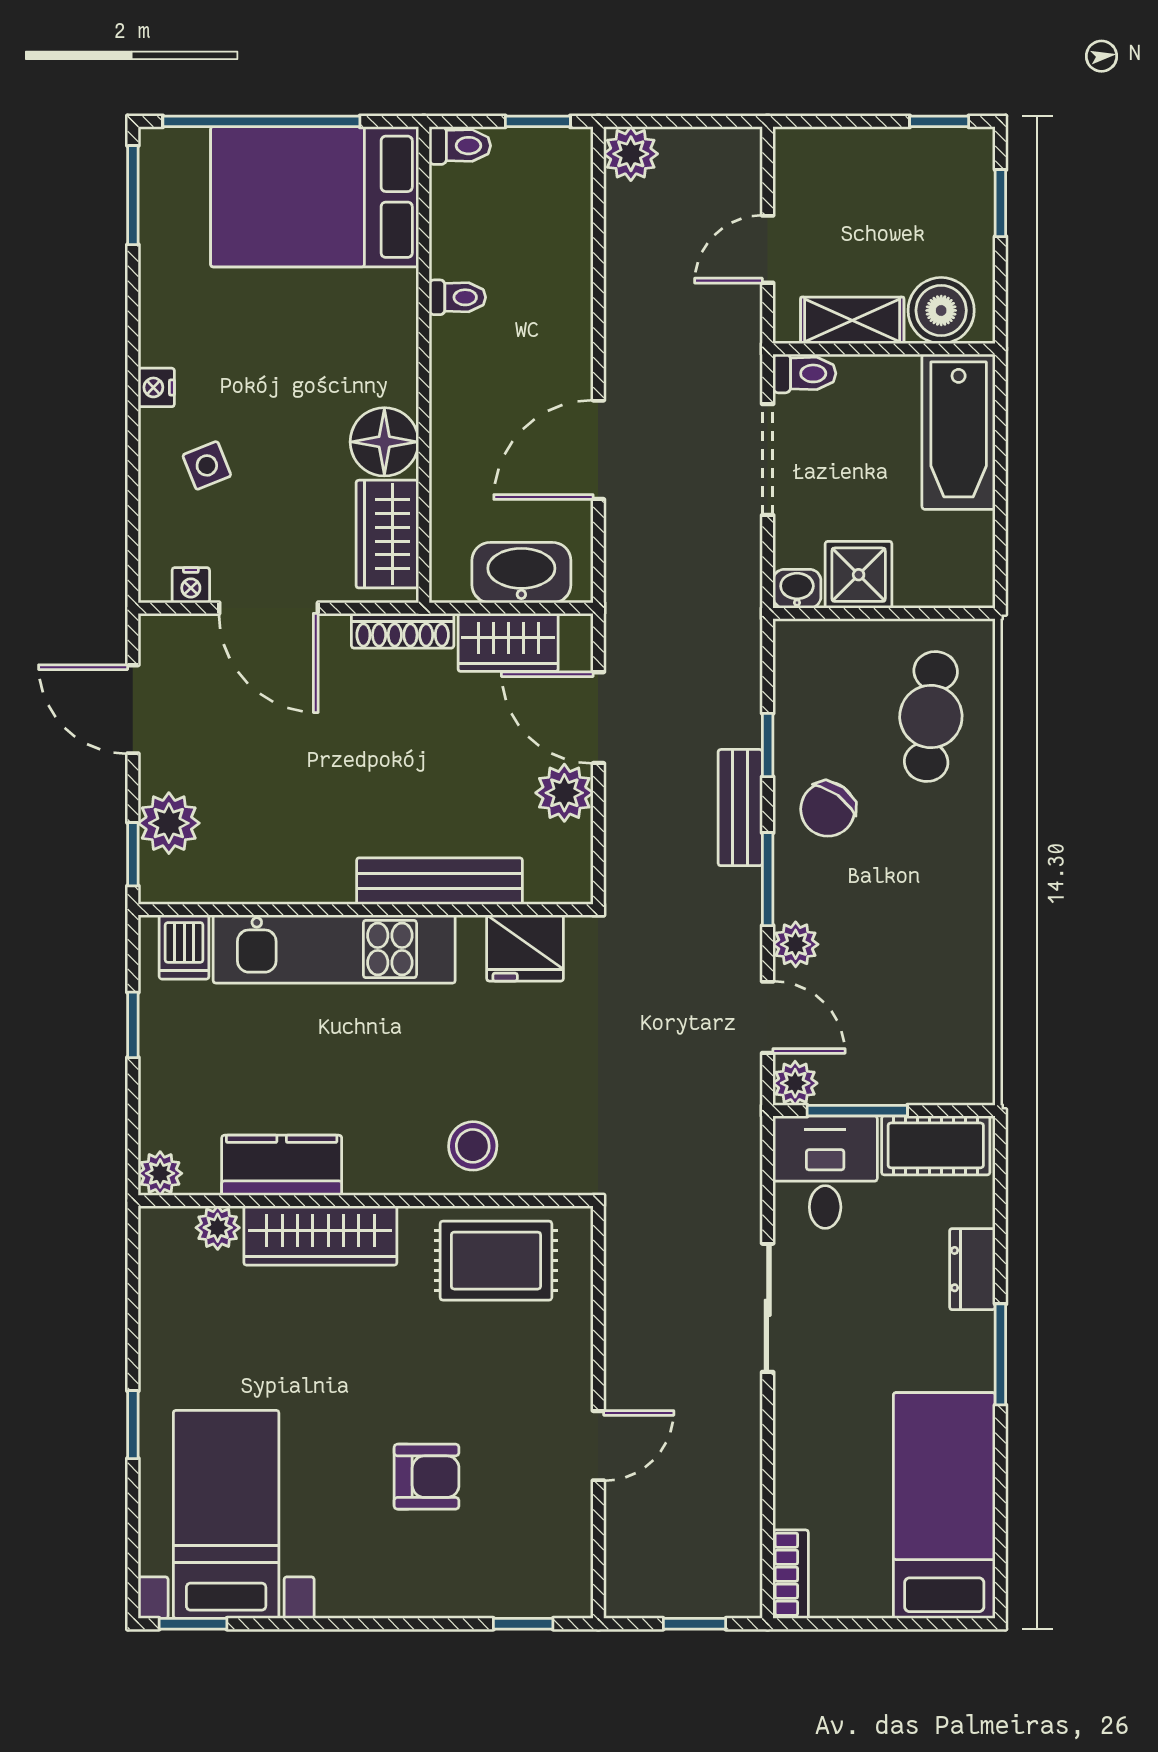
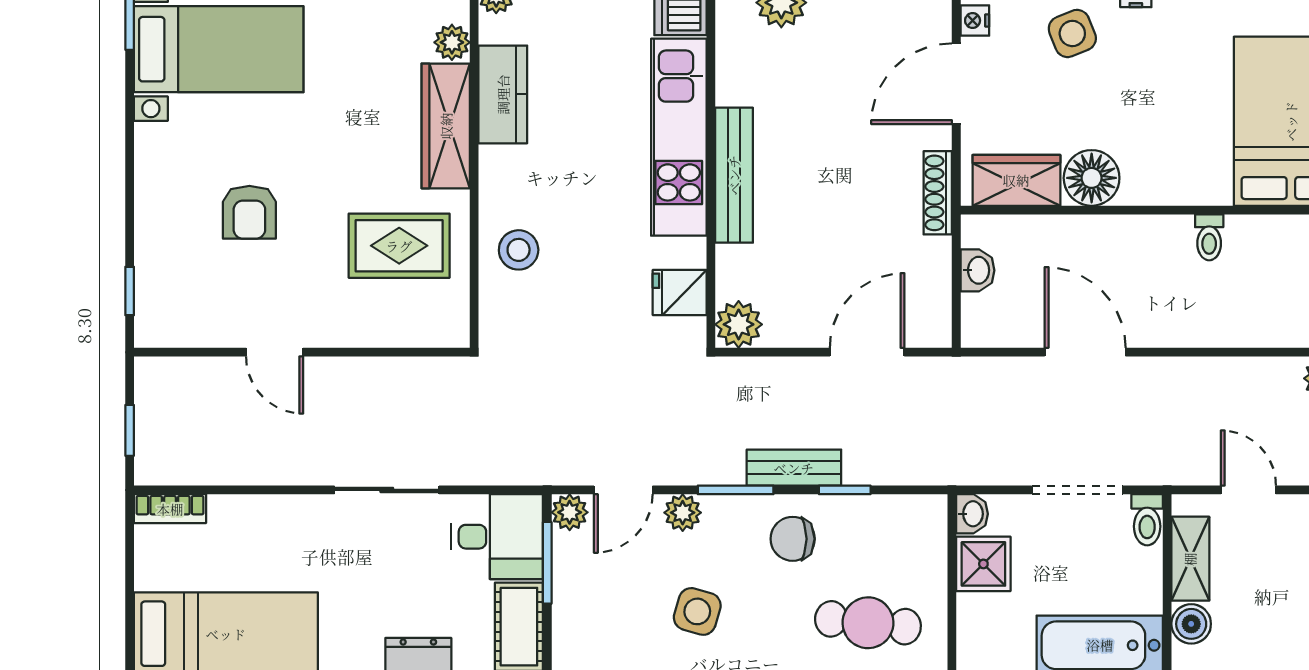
boiler: (941, 310) -> (1191, 624), width x0.73, depth x0.73
side table: (207, 465) -> (1072, 33), width x1.37, depth x1.37
washbasin: (521, 573) -> (978, 270), width x0.52, depth x0.69
wardrobe: (508, 642) -> (928, 279), removed
plant: (564, 793) -> (739, 324), moved
chair: (828, 809) -> (793, 539), turned -36
bench: (439, 881) -> (734, 175), moved
side table: (917, 926) -> (697, 611), added
fridge: (525, 948) -> (680, 292), width x0.72
rug: (496, 1261) -> (399, 246), moved, turned 90

